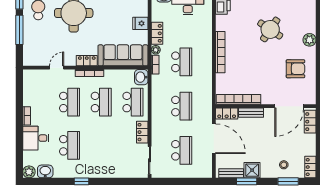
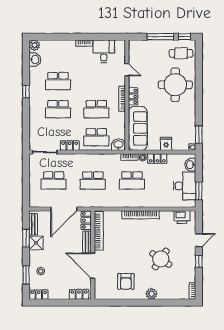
school desk: (70, 102) -> (58, 109), moved
door: (289, 106) -> (93, 266), moved
desk: (36, 138) -> (104, 51), moved

